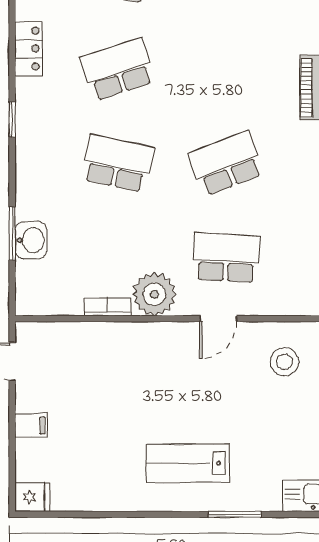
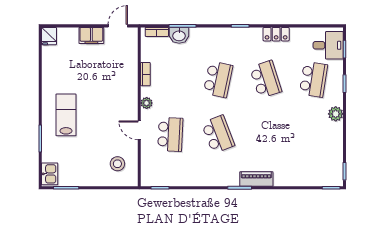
bookcase: (24, 284) -> (157, 32), added
plant: (154, 294) -> (147, 103), width x0.53, depth x0.53
filing cabinet: (31, 425) -> (91, 35), width x2.00

